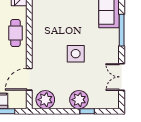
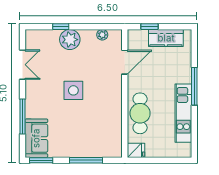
cafe table: (15, 33) -> (140, 113), width x1.37, depth x1.35
plant: (45, 100) -> (102, 35), width x0.53, depth x0.53

